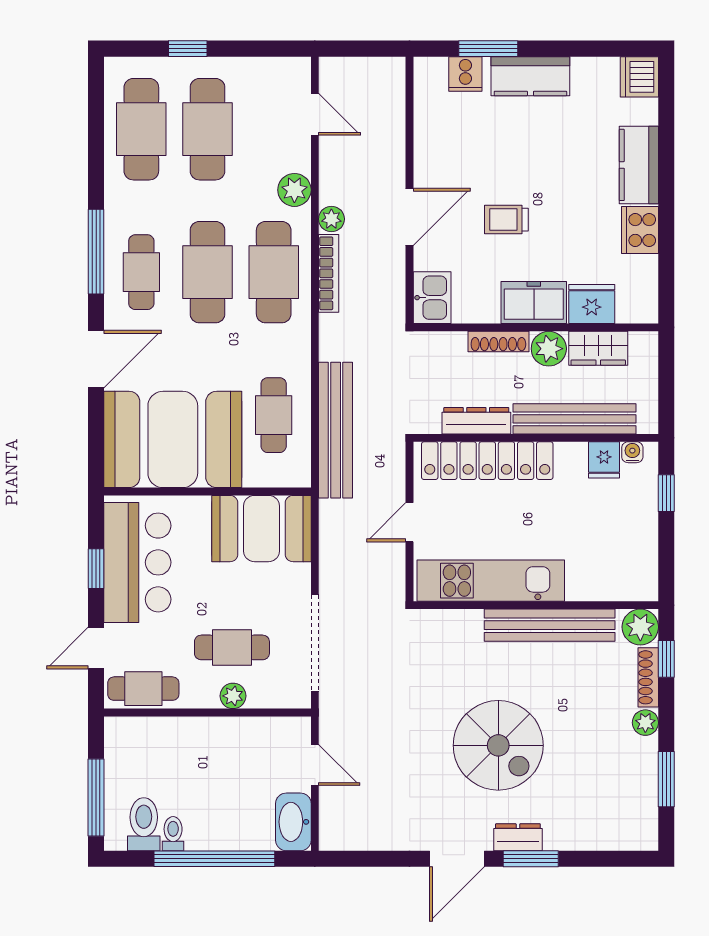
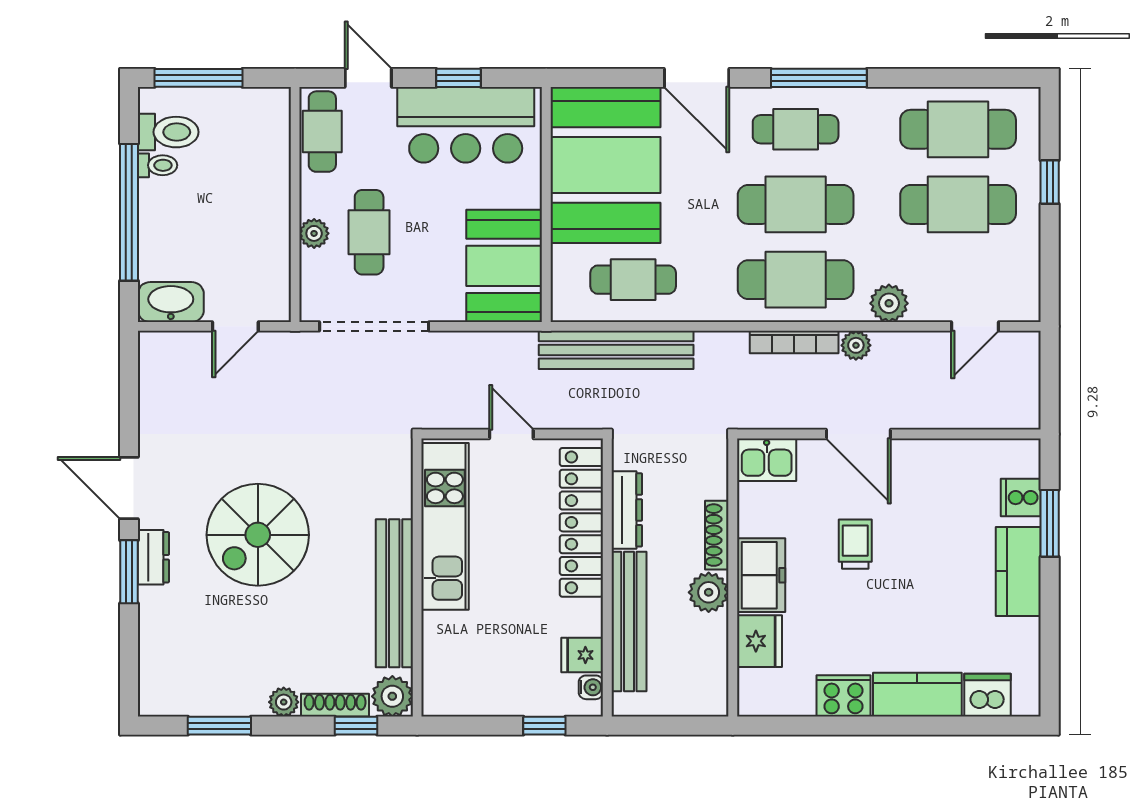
dishwasher: (639, 77) -> (988, 695), moved
wardrobe: (598, 348) -> (709, 648), removed

